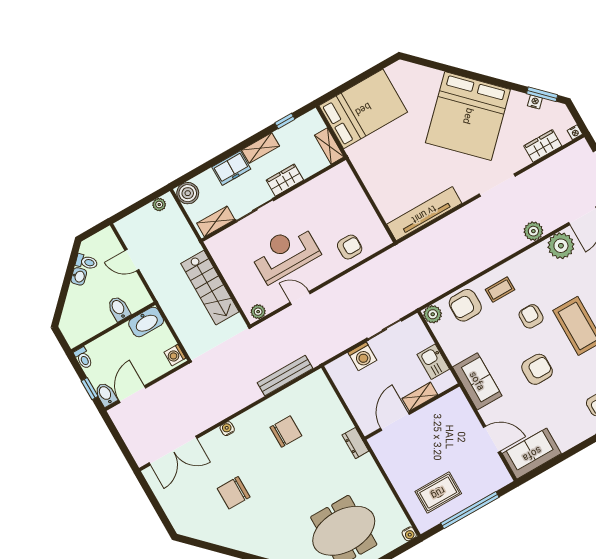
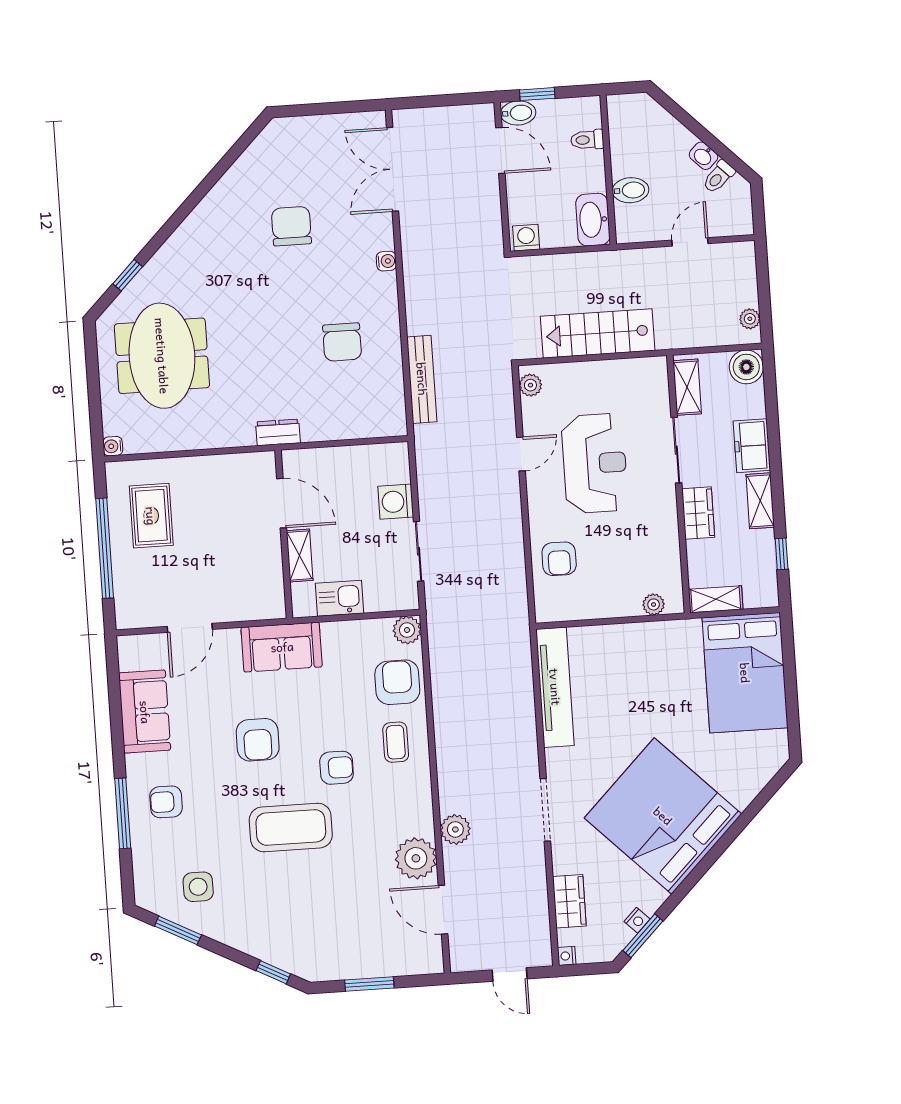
plant: (350, 180) -> (654, 604), added
toilet: (83, 358) -> (587, 140), moved
sofa: (532, 454) -> (145, 712), moved

